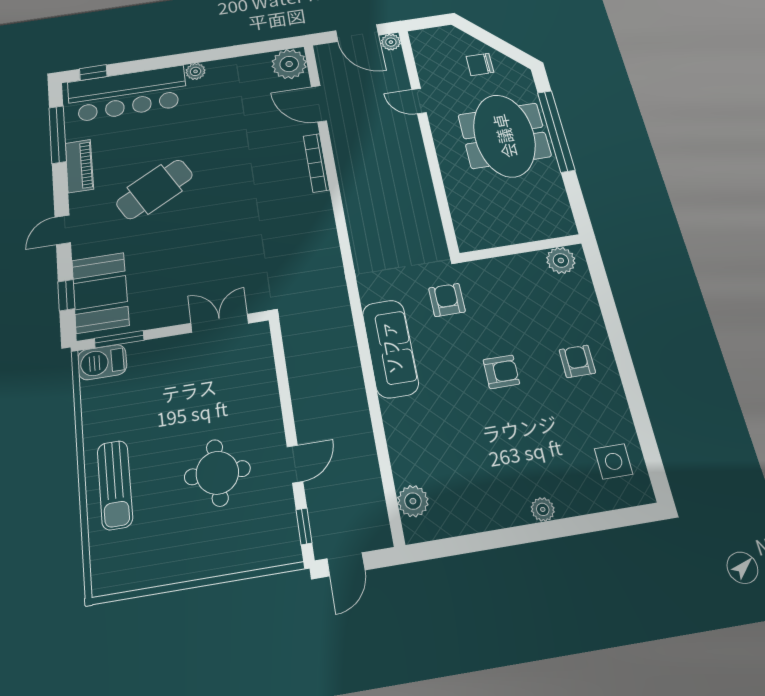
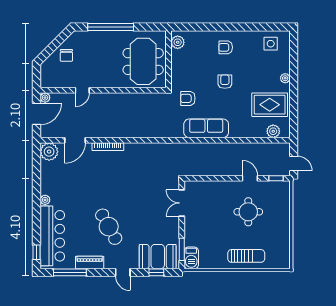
meeting table: (504, 136) -> (143, 61), moved, turned 90
rug: (473, 482) -> (270, 105), added

